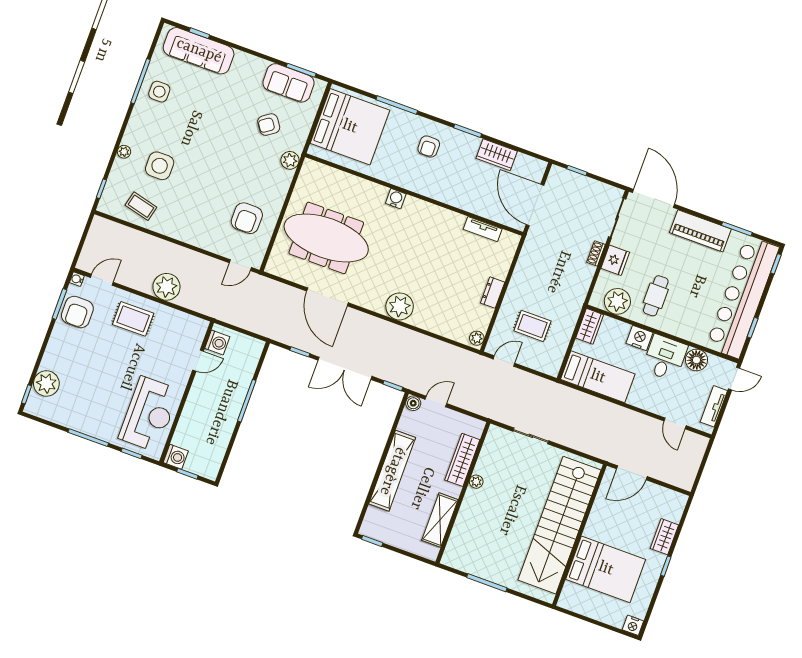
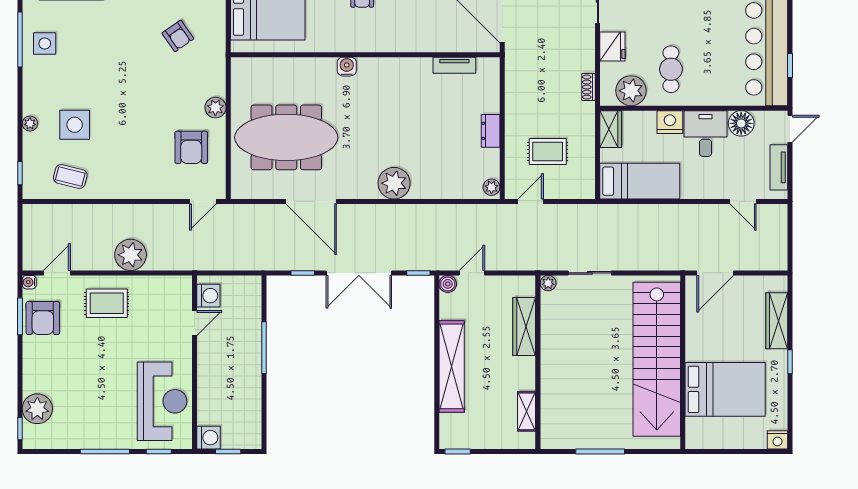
armchair: (269, 125) -> (178, 36), turned -90
plant: (290, 160) -> (215, 108), moved
shoe rack: (596, 253) -> (588, 87), moved
plant: (476, 482) -> (548, 283), moved
shelving: (440, 520) -> (527, 411), width x0.67, depth x0.75
wardrobe: (664, 537) -> (777, 321), width x1.50

